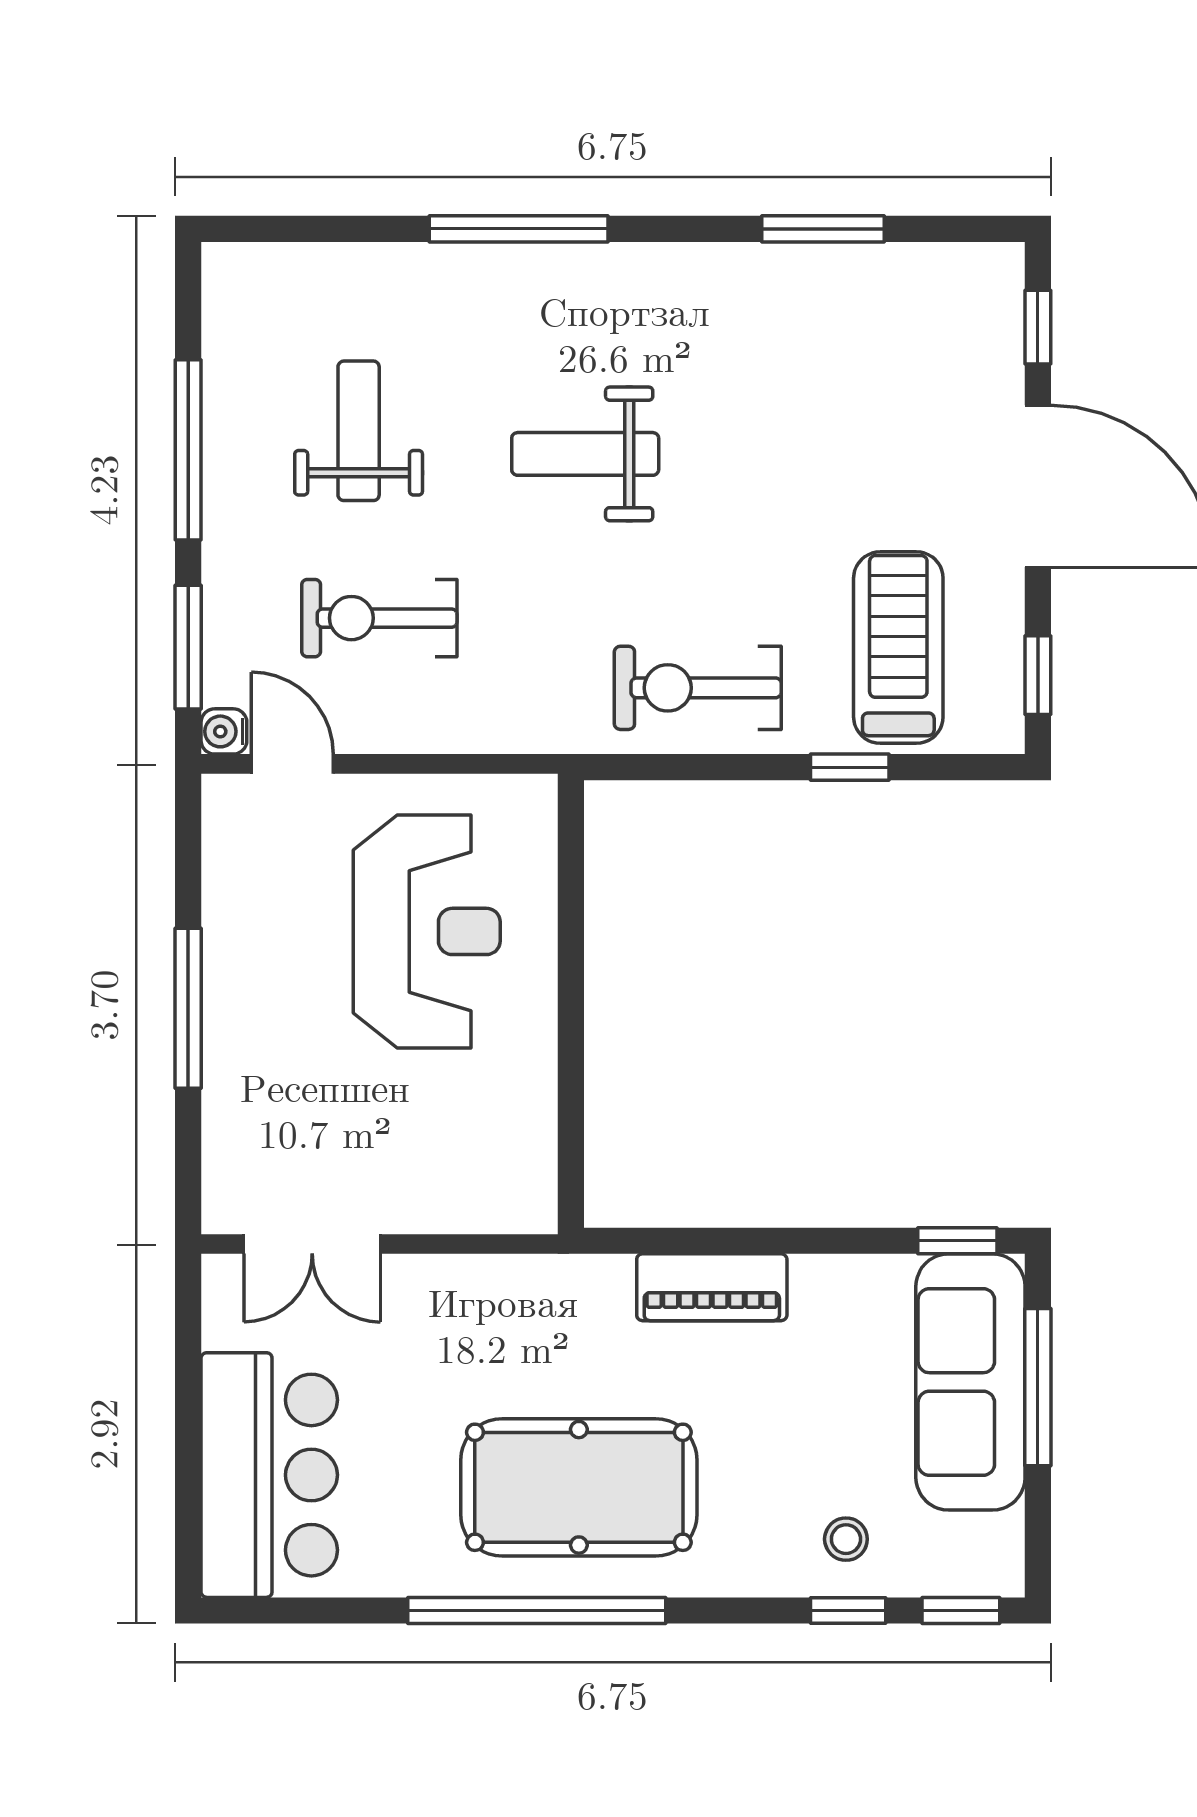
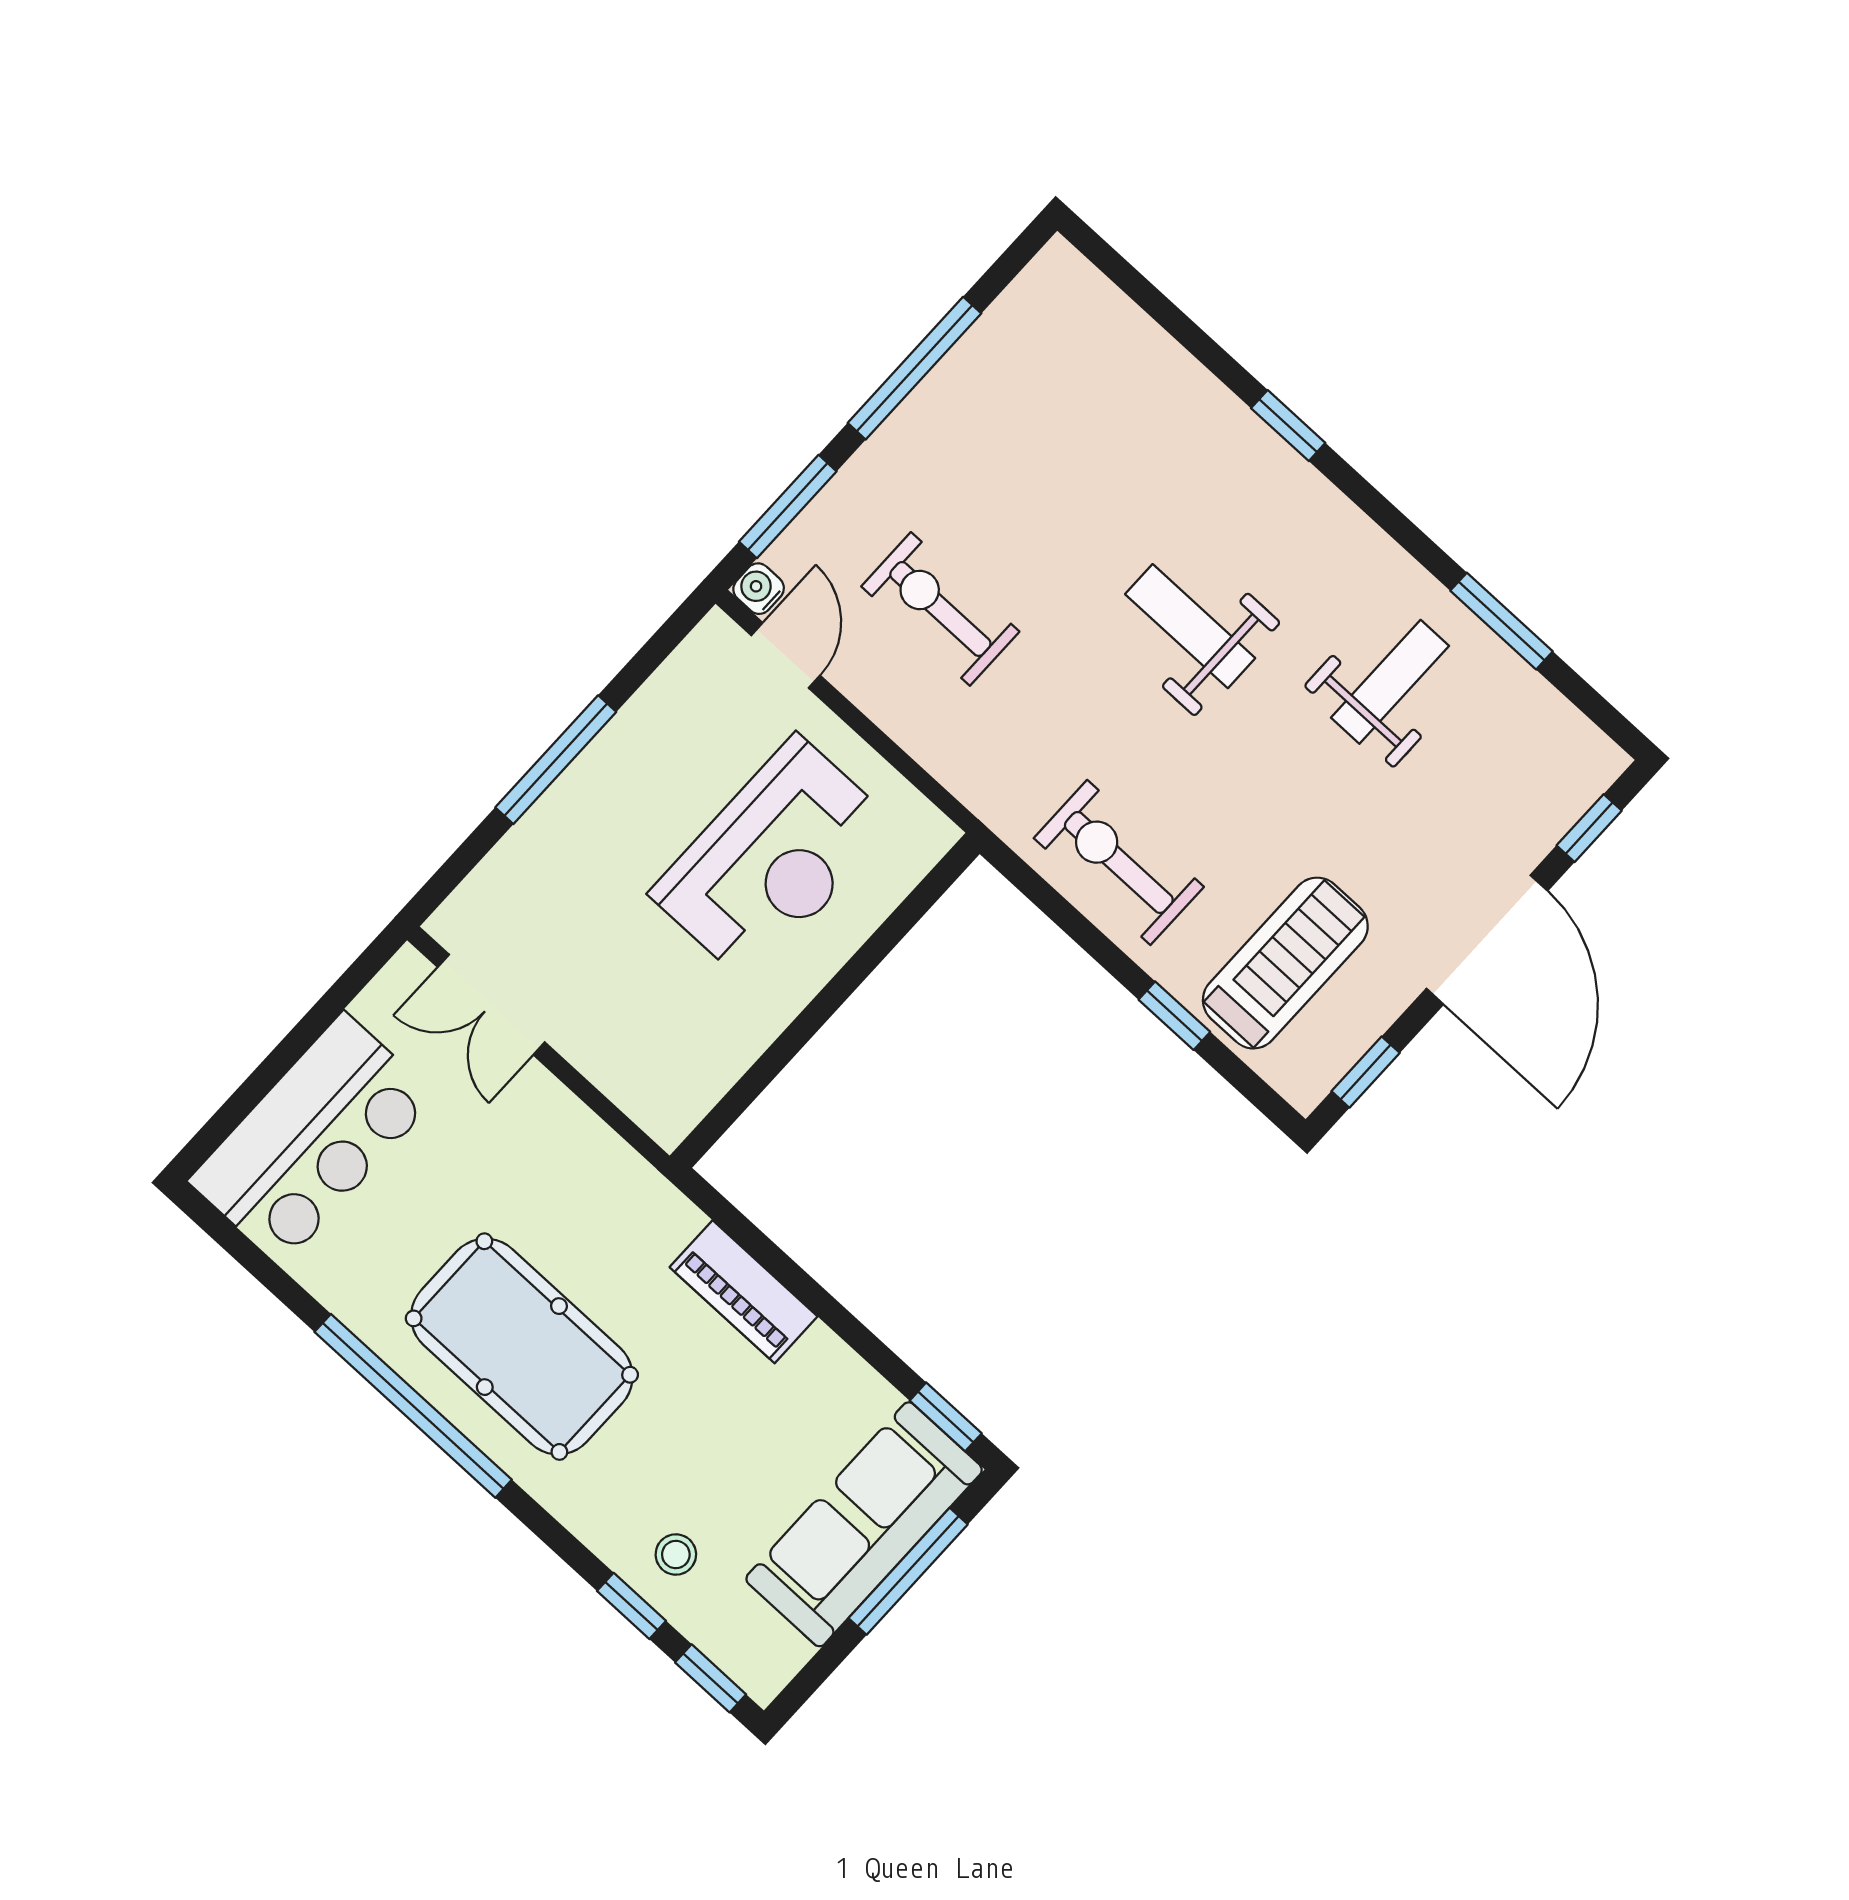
window: (519, 229) -> (1288, 426), width x0.46
weight bench: (359, 431) -> (1390, 682), moved

